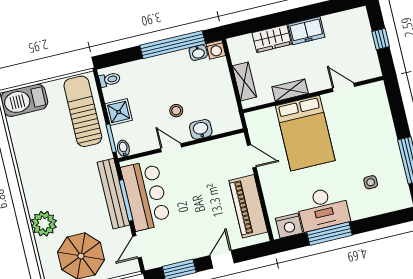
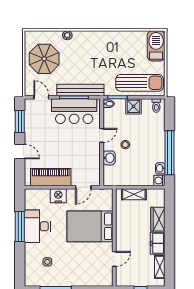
shelving: (290, 90) -> (160, 267), moved
plant: (44, 224) -> (67, 35), width x0.53, depth x0.53
nightstand: (289, 226) -> (58, 196), moved, turned 90

